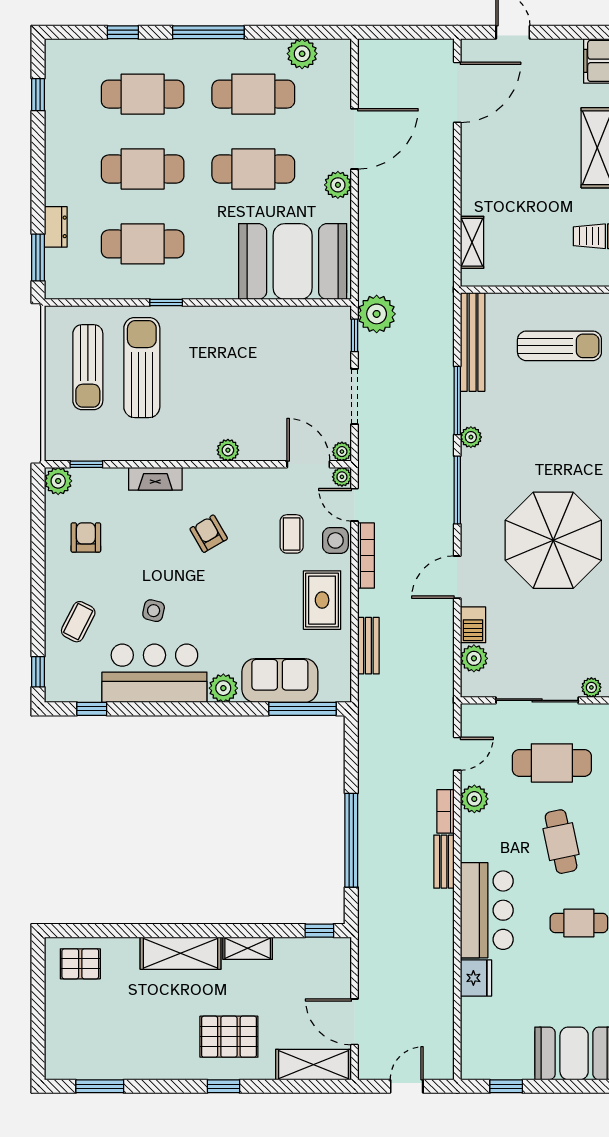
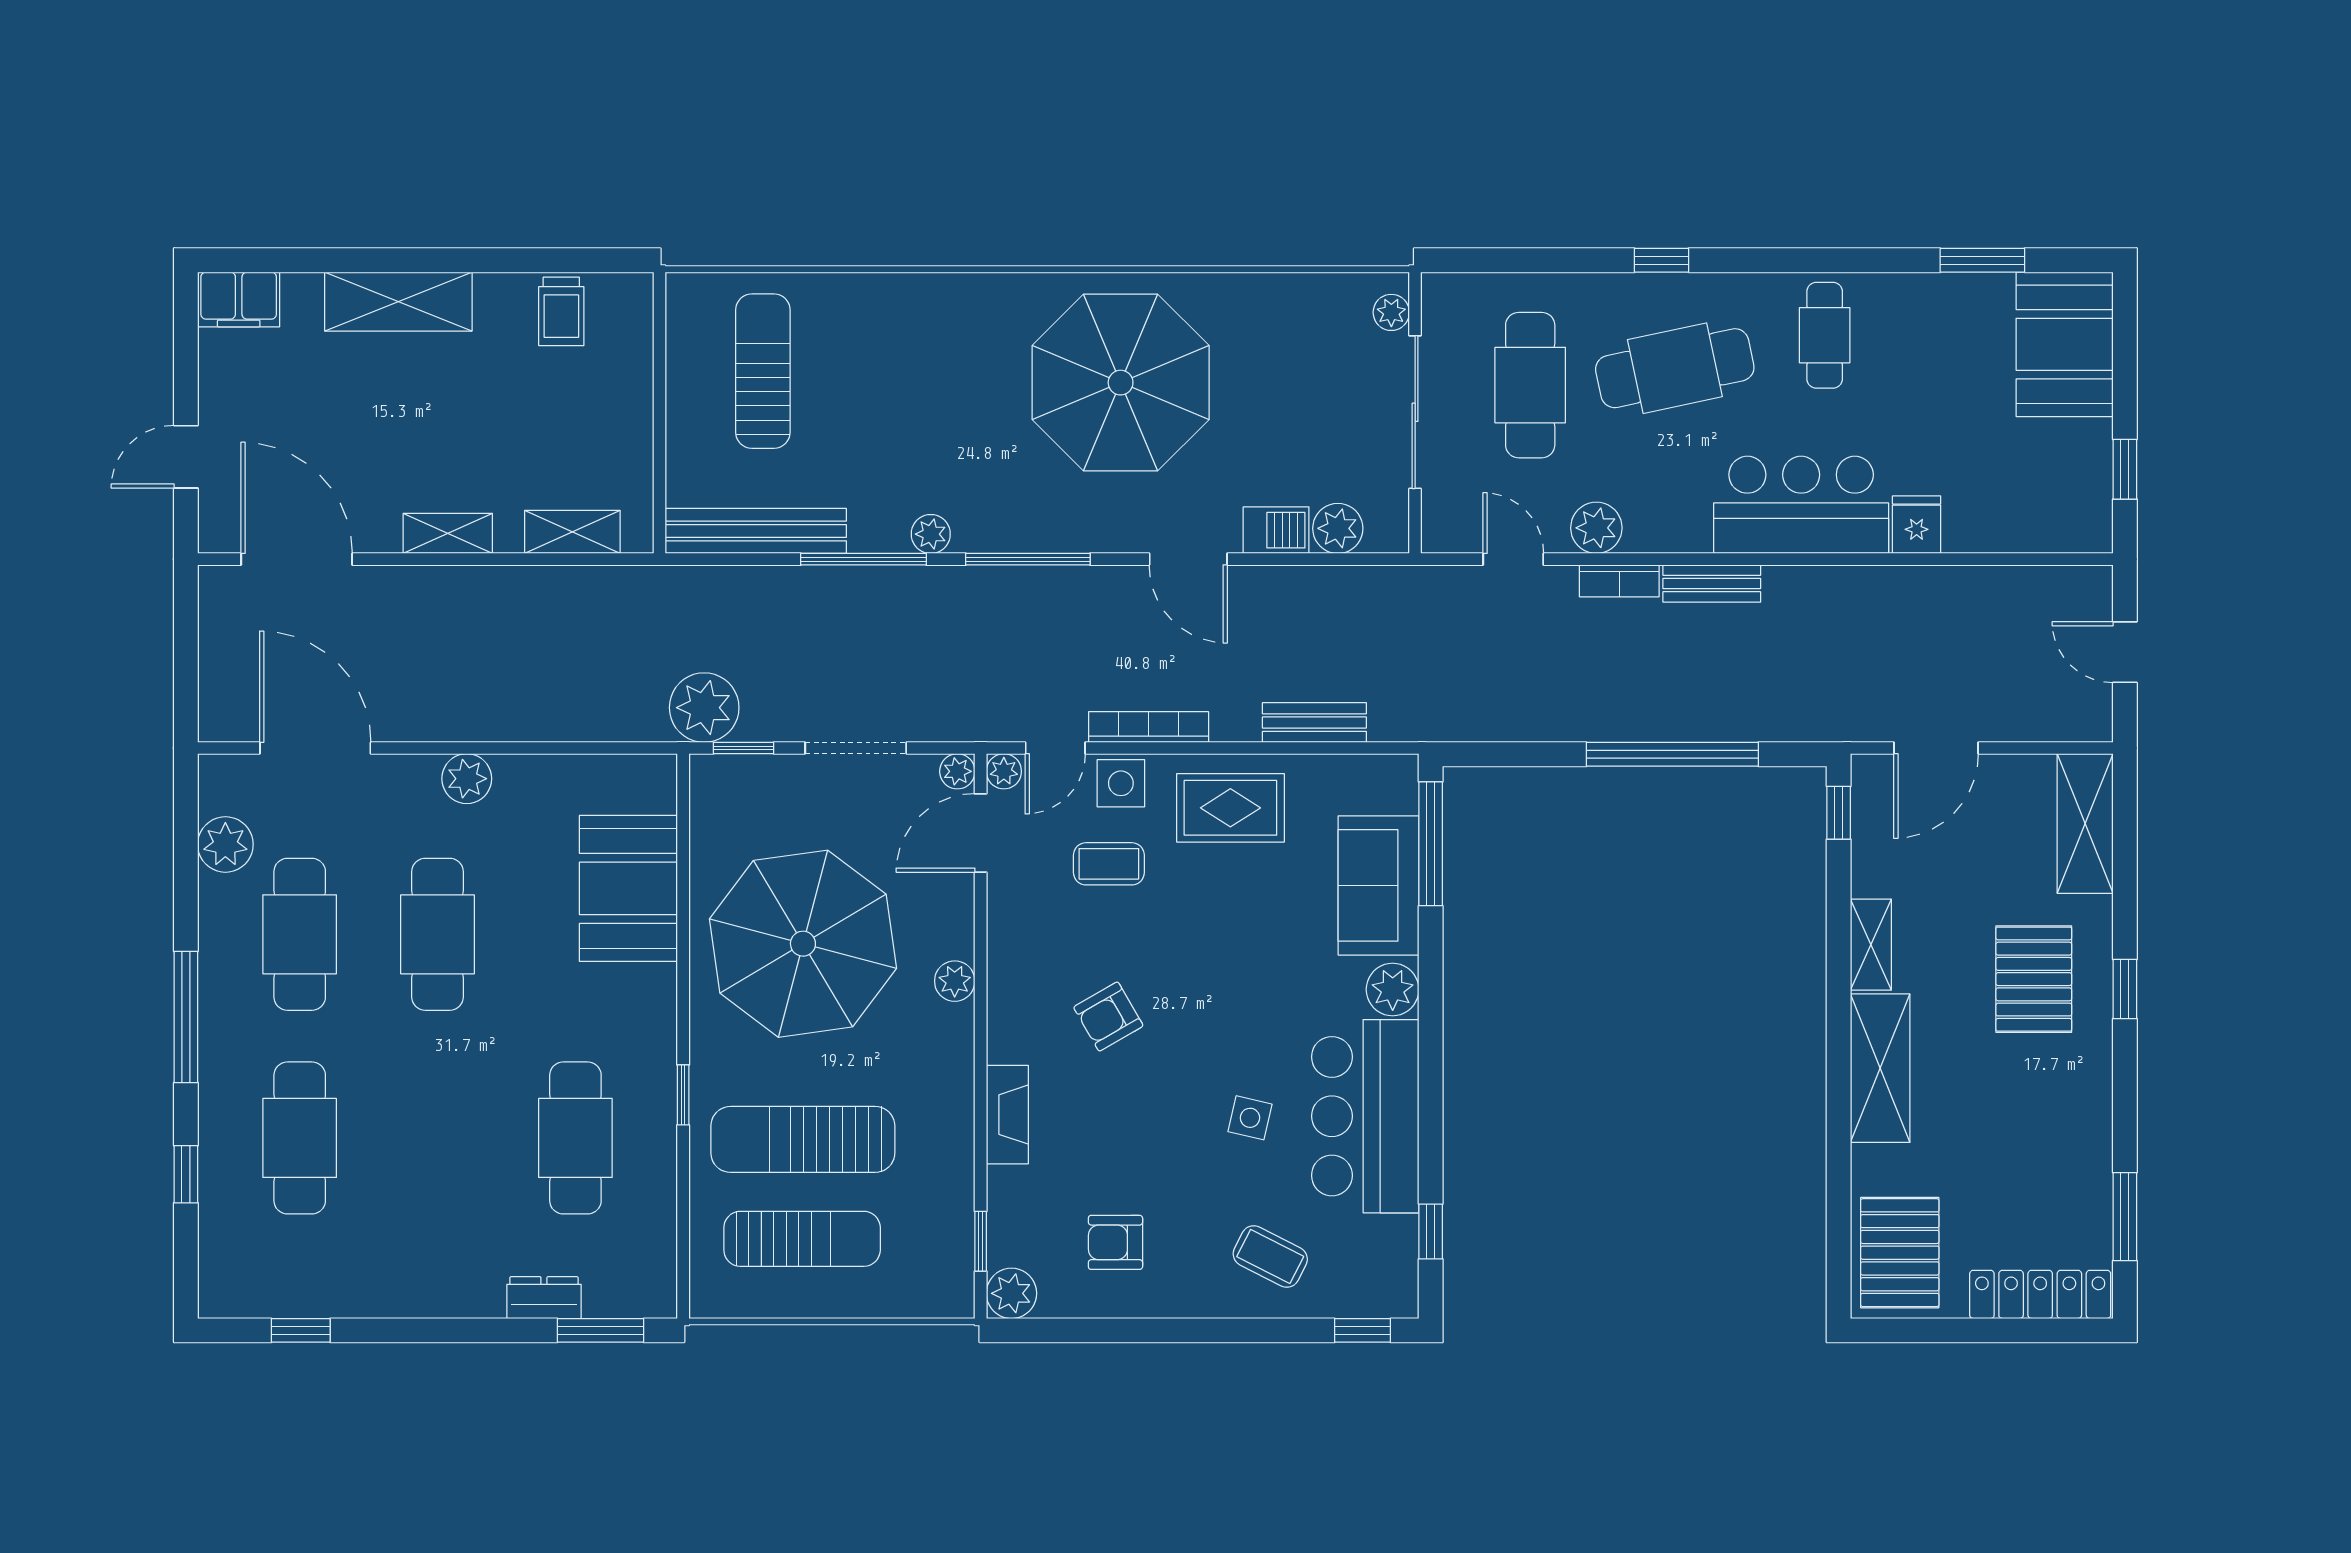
door: (355, 139) -> (315, 748), moved
cafe table: (143, 169) -> (438, 1138), removed
shelving: (471, 175) -> (448, 533), added
booth: (293, 262) -> (628, 888), width x0.73, depth x0.70
parasol: (248, 368) -> (803, 944), added
cafe table: (561, 842) -> (1675, 368), width x1.37, depth x1.35
pallet: (80, 964) -> (1900, 1253), width x1.50, depth x1.42
fridge: (476, 978) -> (1917, 525), width x0.72
door: (355, 1022) -> (1936, 748), moved
locker: (58, 1040) -> (2040, 1294), added

